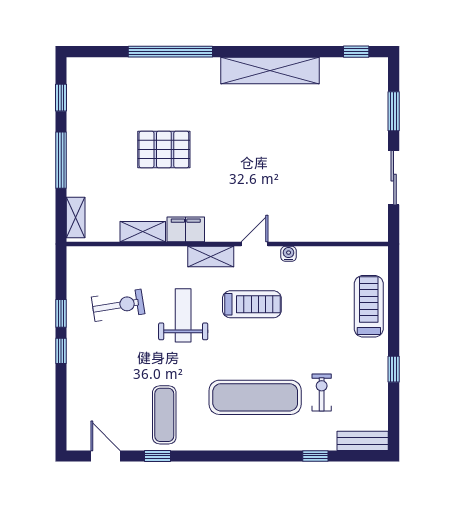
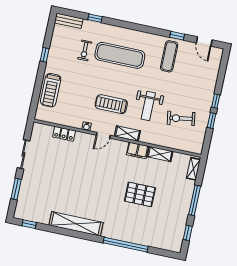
locker: (327, 231) -> (64, 134), added

